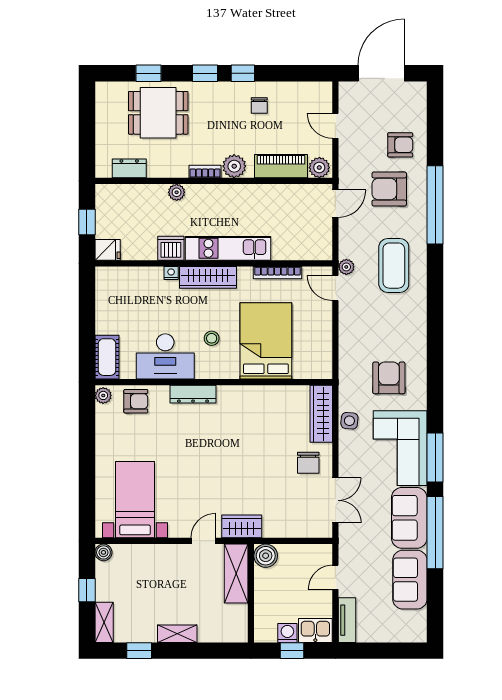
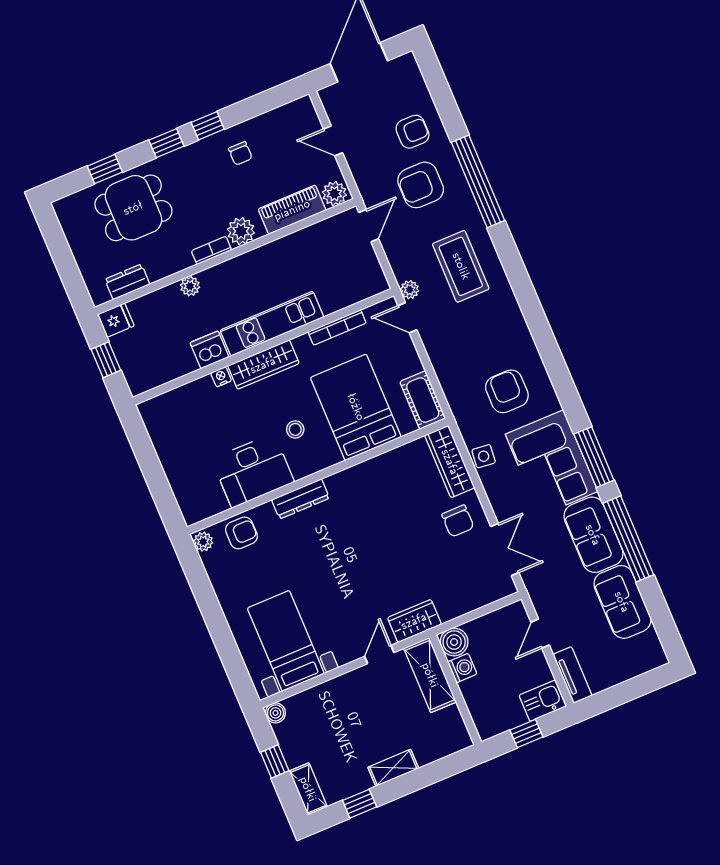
fridge: (108, 250) -> (116, 320), moved
cot: (107, 357) -> (423, 400), moved
washing machine: (287, 633) -> (462, 668), moved, turned 90

